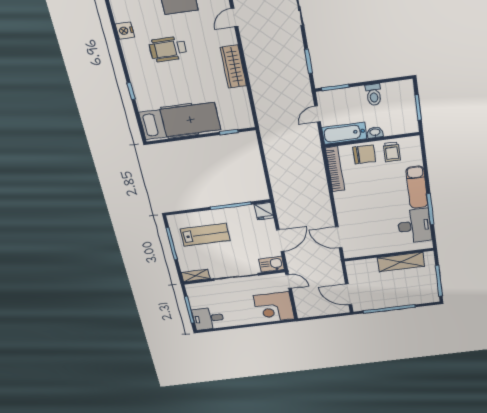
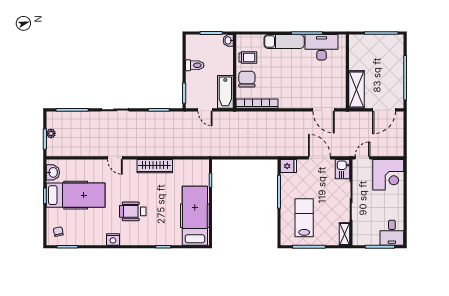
wheelchair: (168, 49) -> (133, 211), turned 90
washbasin: (375, 133) -> (228, 40), moved
door: (339, 237) -> (324, 110), hinge flipped
shelving: (401, 262) -> (356, 90), moved

